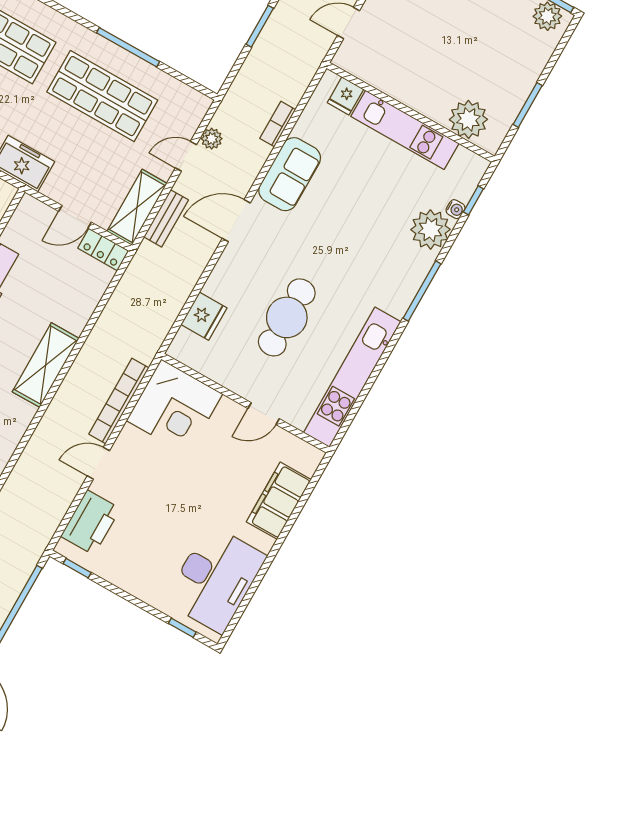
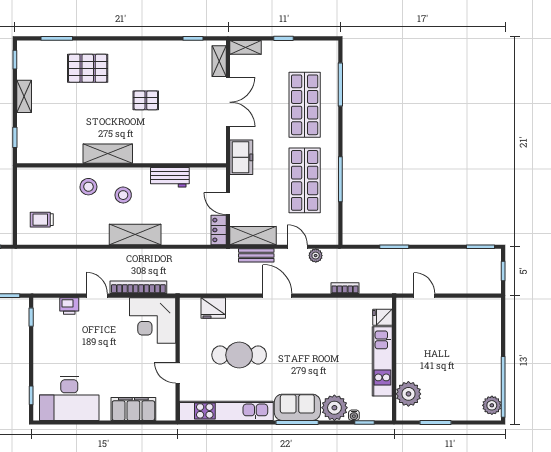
sofa: (290, 174) -> (297, 407), moved, turned 180
printer: (91, 522) -> (69, 306), width x0.53, depth x0.68

